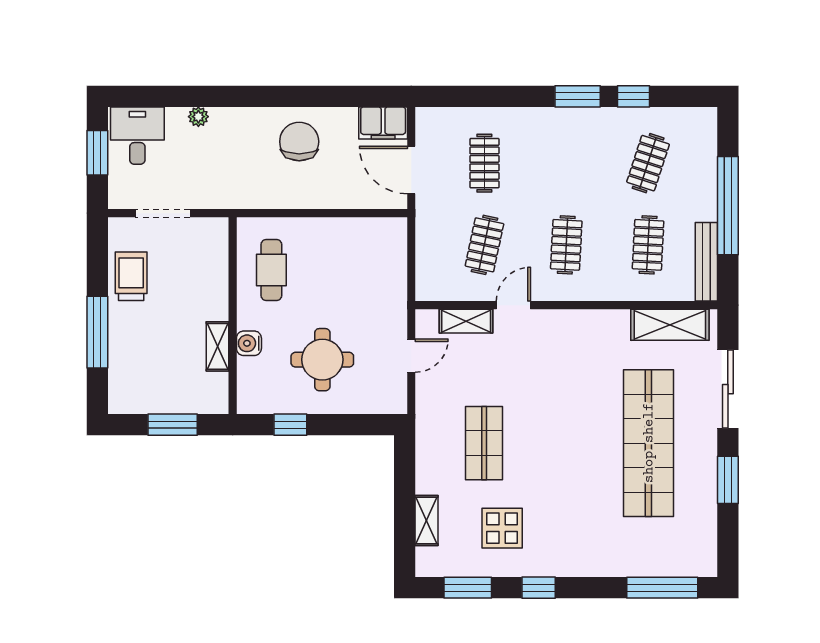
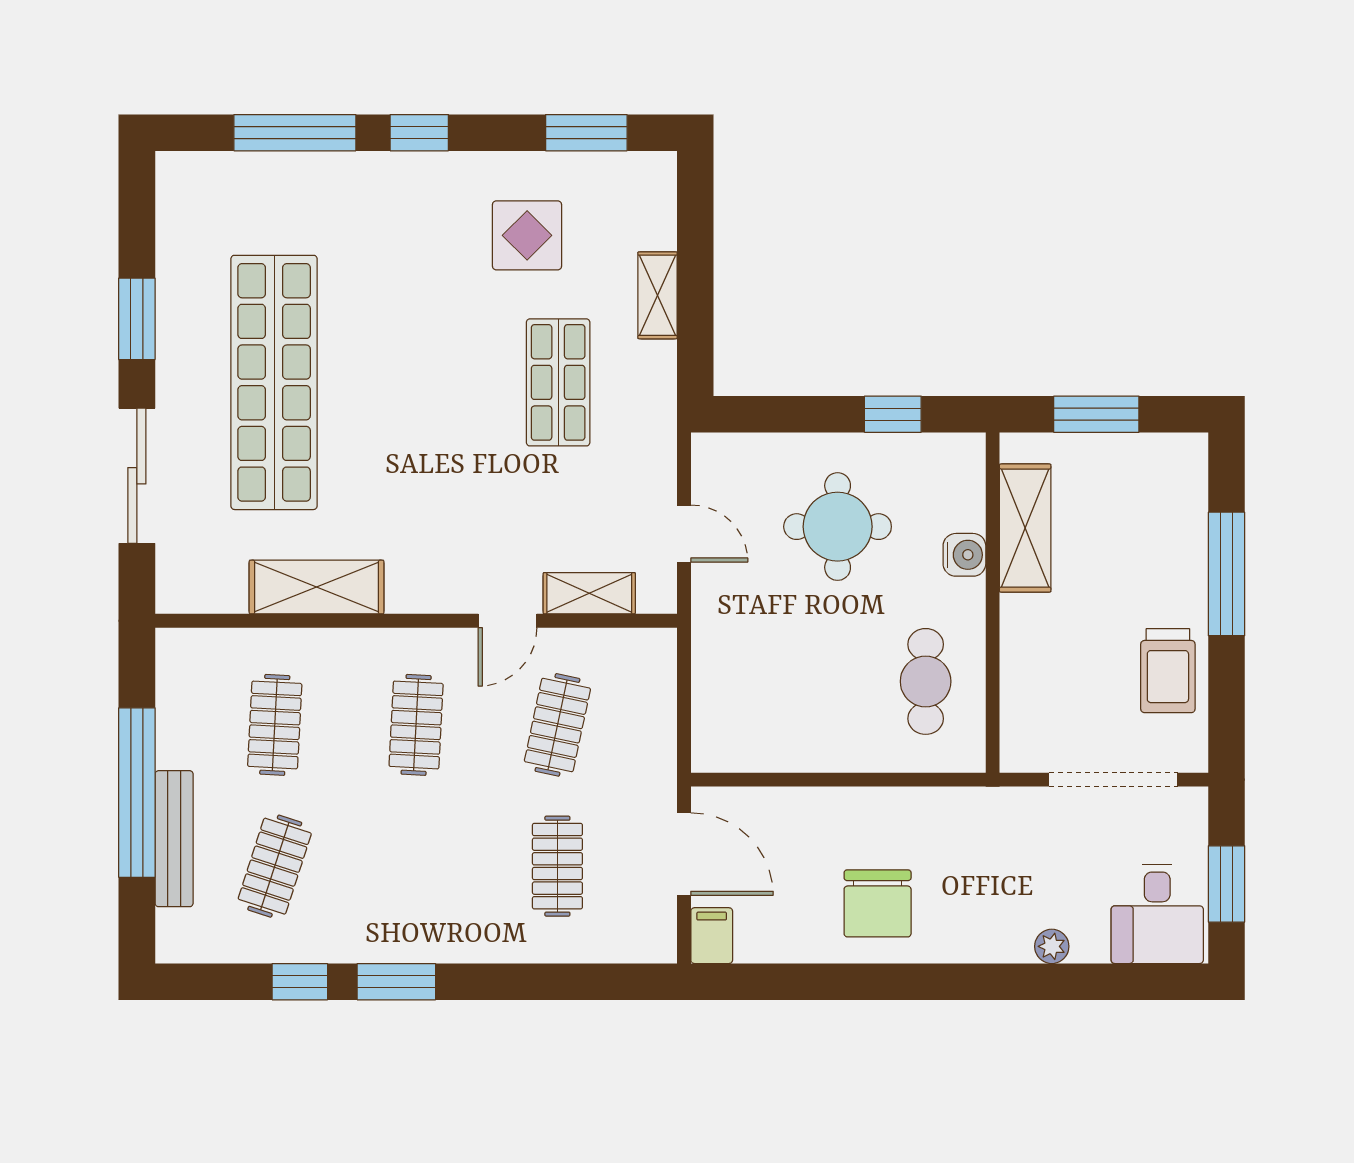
filing cabinet: (383, 123) -> (712, 936), width x0.50
doorway: (163, 213) -> (1113, 780), width x1.36
bench: (706, 262) -> (174, 839), moved
shelving: (670, 325) -> (317, 587), moved
shelving: (217, 346) -> (1025, 528), width x1.50, depth x1.33
door: (411, 356) -> (684, 534), swing flipped
shelving: (427, 520) -> (658, 295), moved
window: (539, 588) -> (419, 133), moved
window: (662, 588) -> (295, 133), moved

